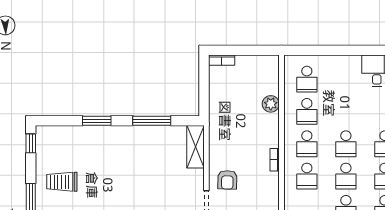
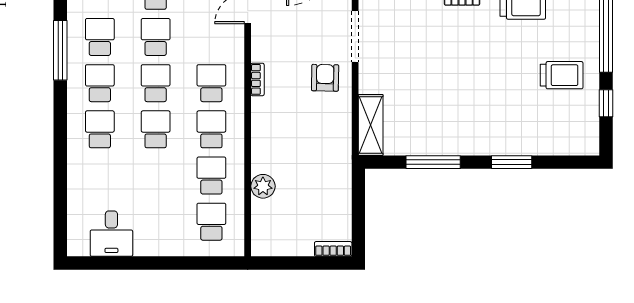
window: (31, 143) -> (606, 103), moved
bookcase: (275, 160) -> (257, 79), moved

